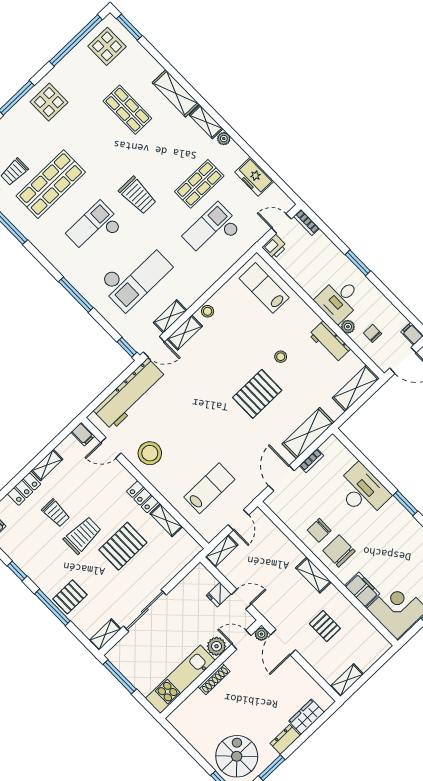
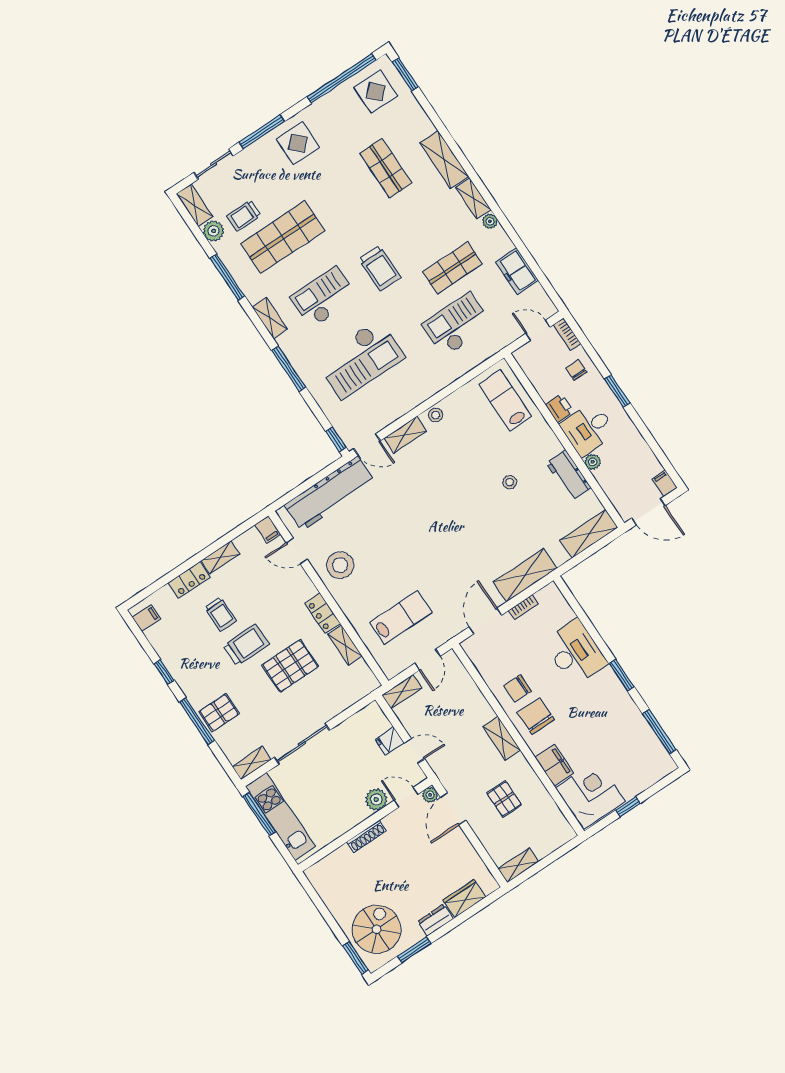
printer: (275, 247) -> (559, 408), moved, turned -90
shelving: (170, 316) -> (270, 318), moved, turned 90
chair: (373, 333) -> (576, 370), moved
pallet: (257, 394) -> (475, 520), removed
kitchen unit: (180, 679) -> (281, 816), moved, turned 90

